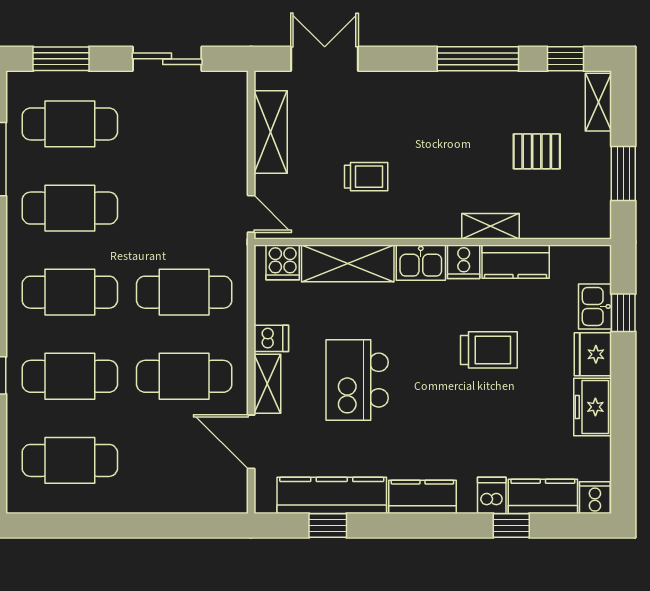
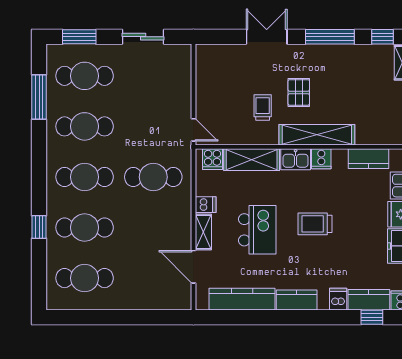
double door: (325, 59) -> (267, 37), moved
shelving: (271, 132) -> (205, 81), removed
pallet: (537, 151) -> (299, 92), moved, turned 90
trolley: (366, 177) -> (263, 108), turned -90
shelving: (491, 226) -> (317, 135), width x2.20, depth x1.33
kitchen counter: (516, 262) -> (368, 159), moved
trolley: (489, 350) -> (315, 224), moved, turned 180
cafe table: (184, 376) -> (153, 228), removed
kitchen island: (357, 380) -> (257, 230), turned 180
window: (328, 526) -> (240, 317), removed
window: (511, 526) -> (372, 317), moved

